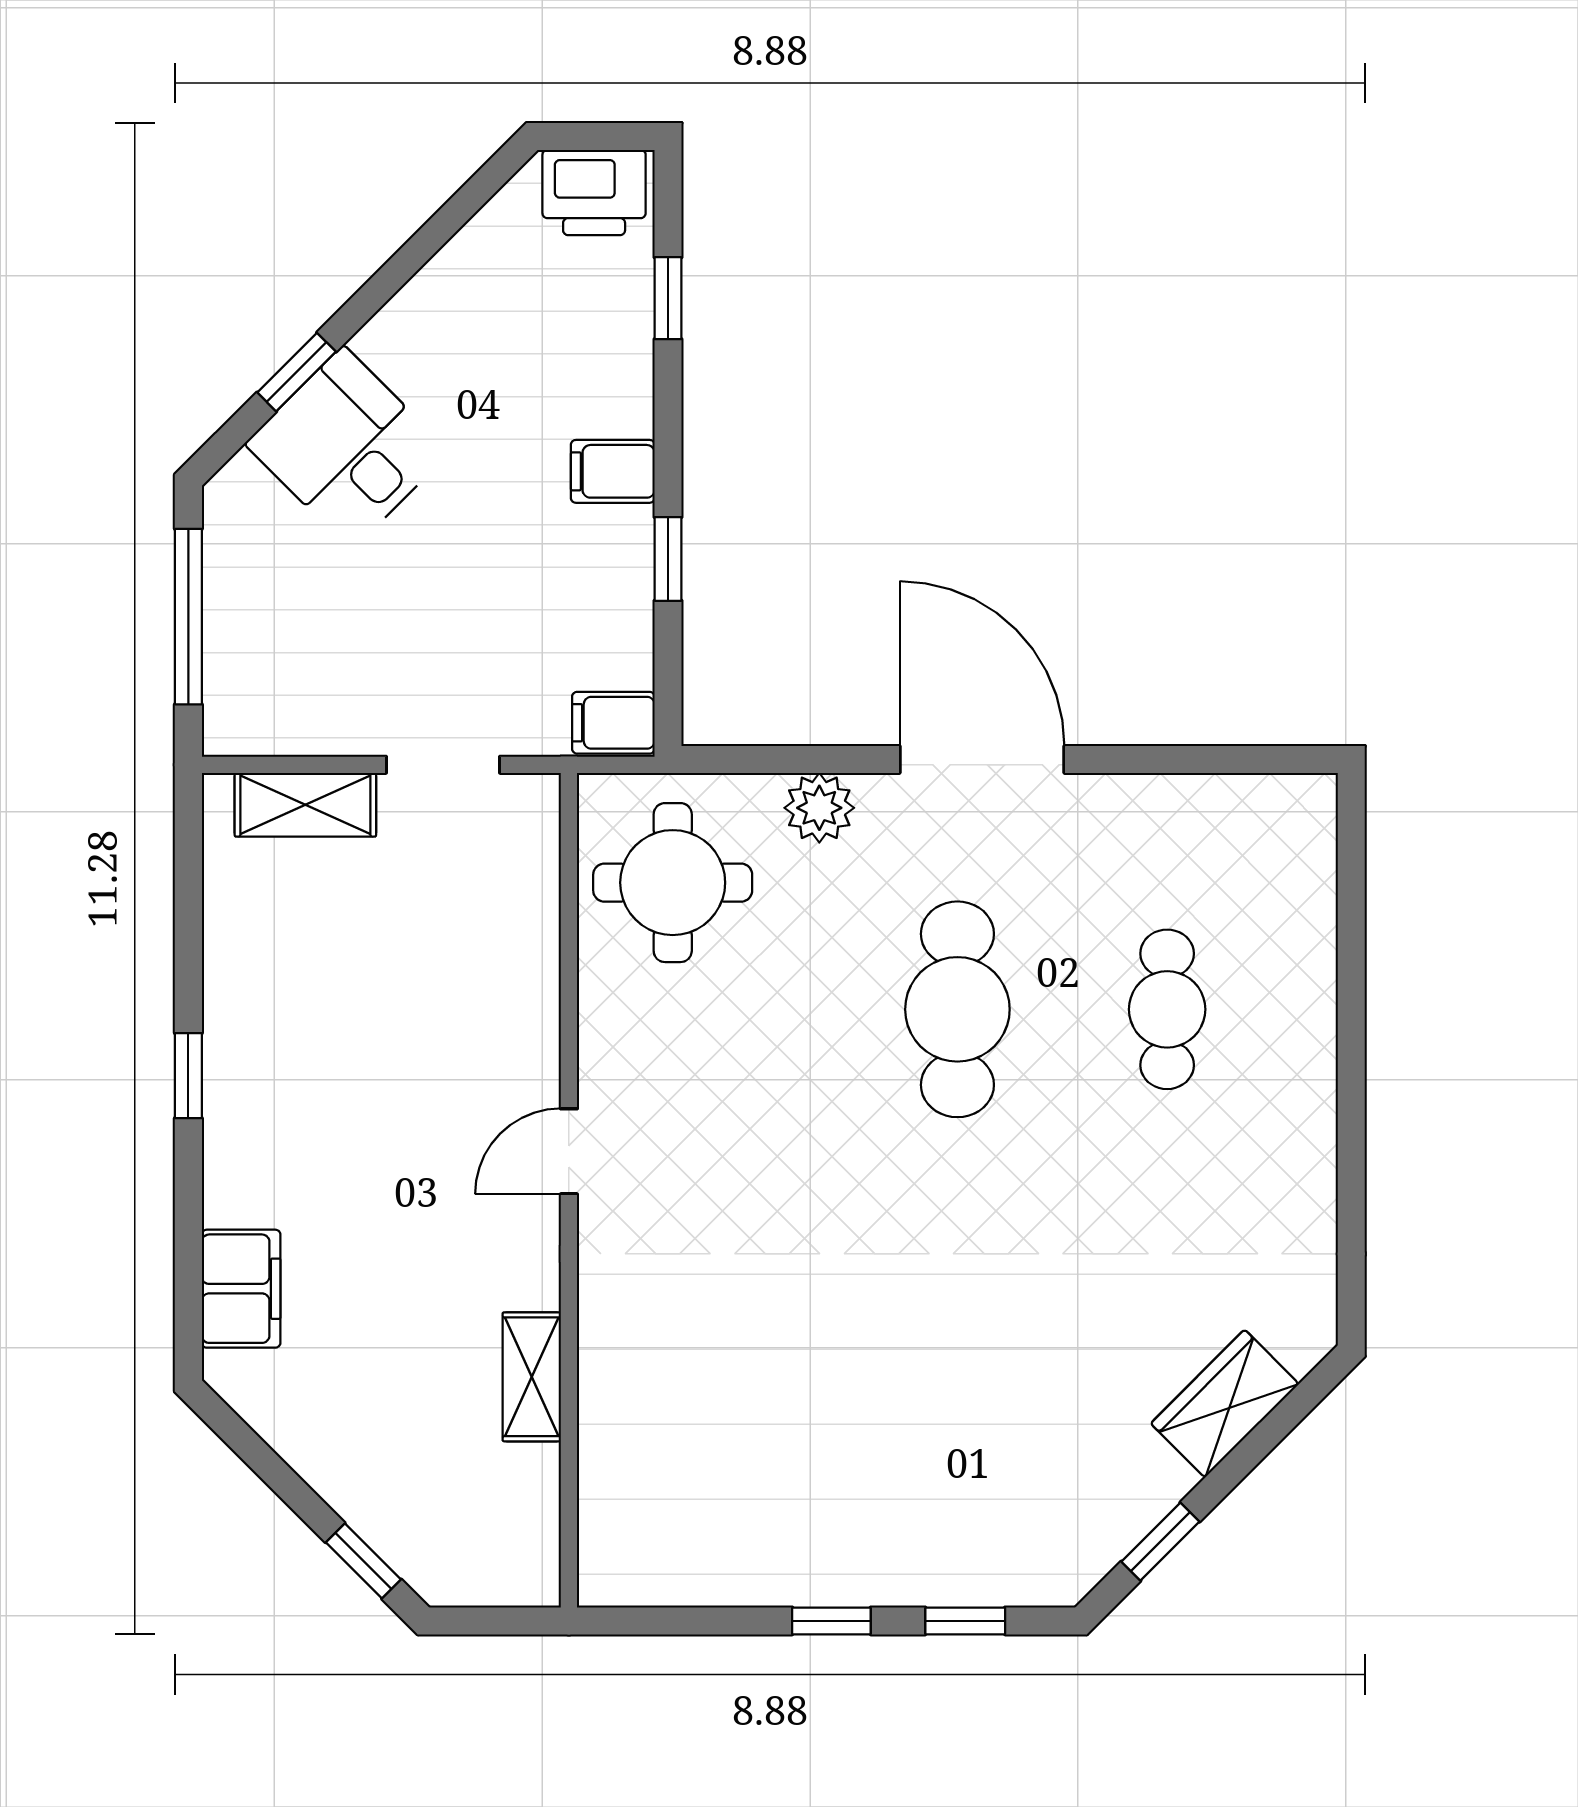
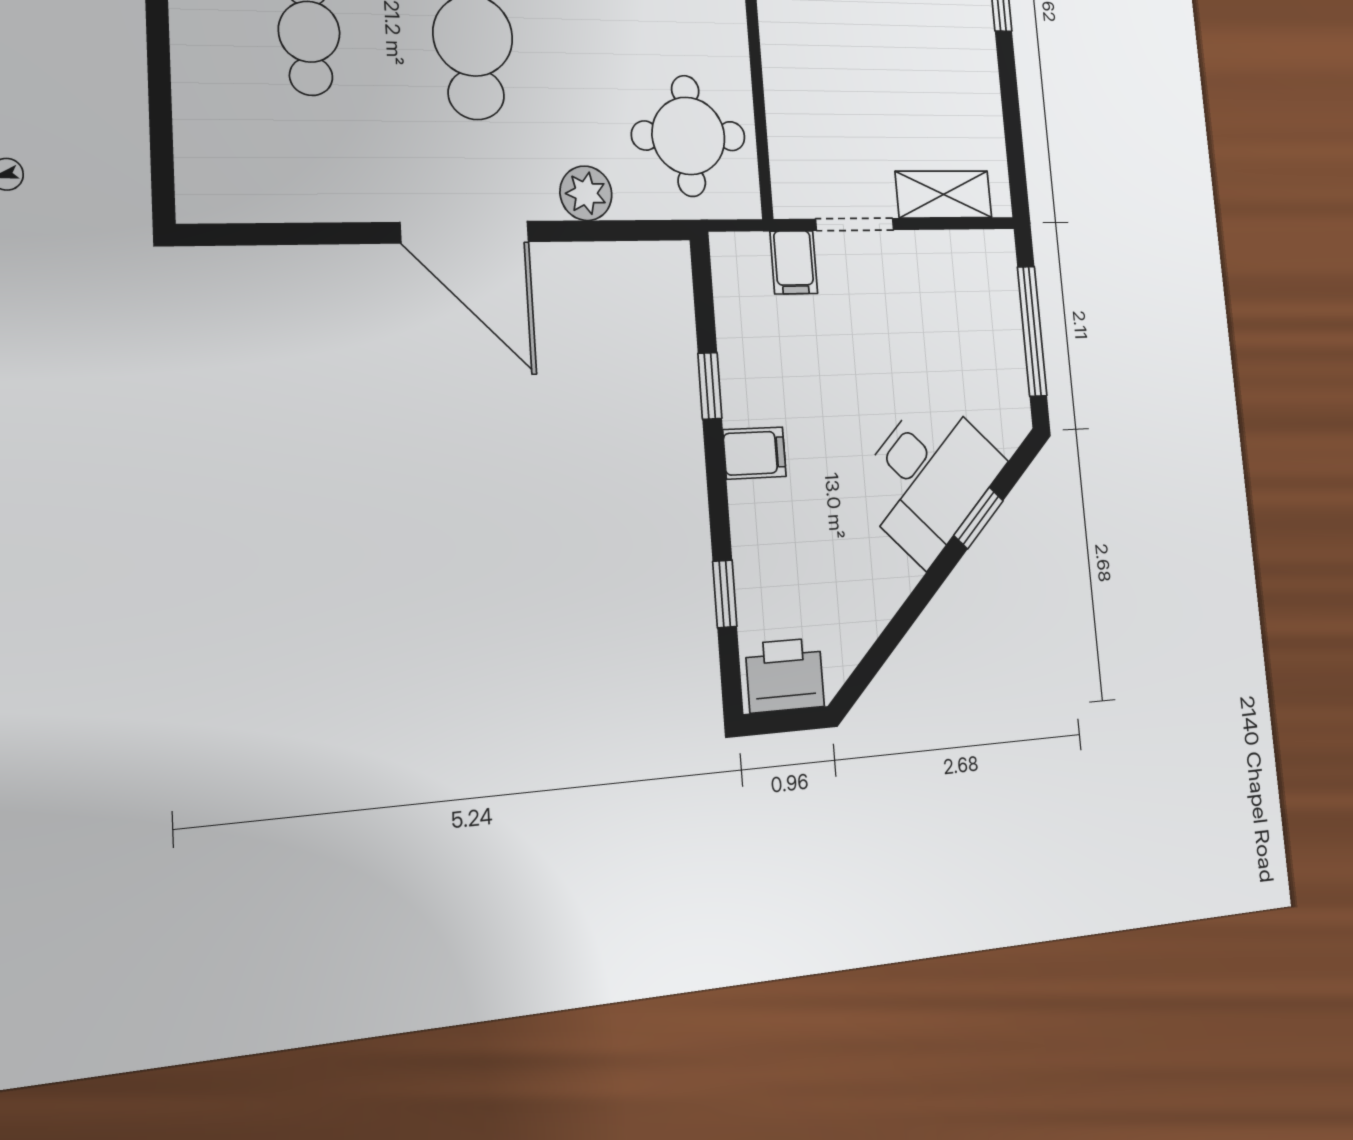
desk: (347, 448) -> (928, 477), width x1.37
filing cabinet: (613, 723) -> (794, 262), moved, turned 90

